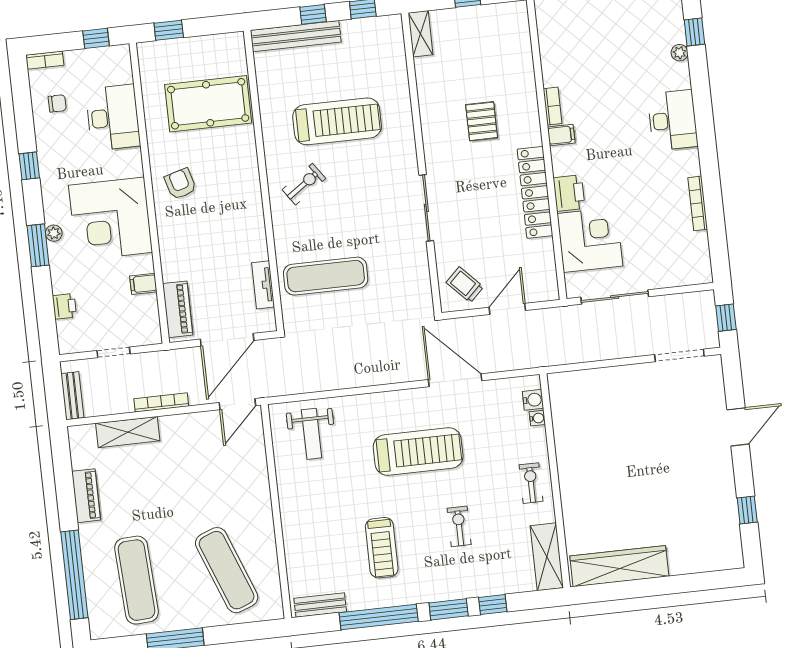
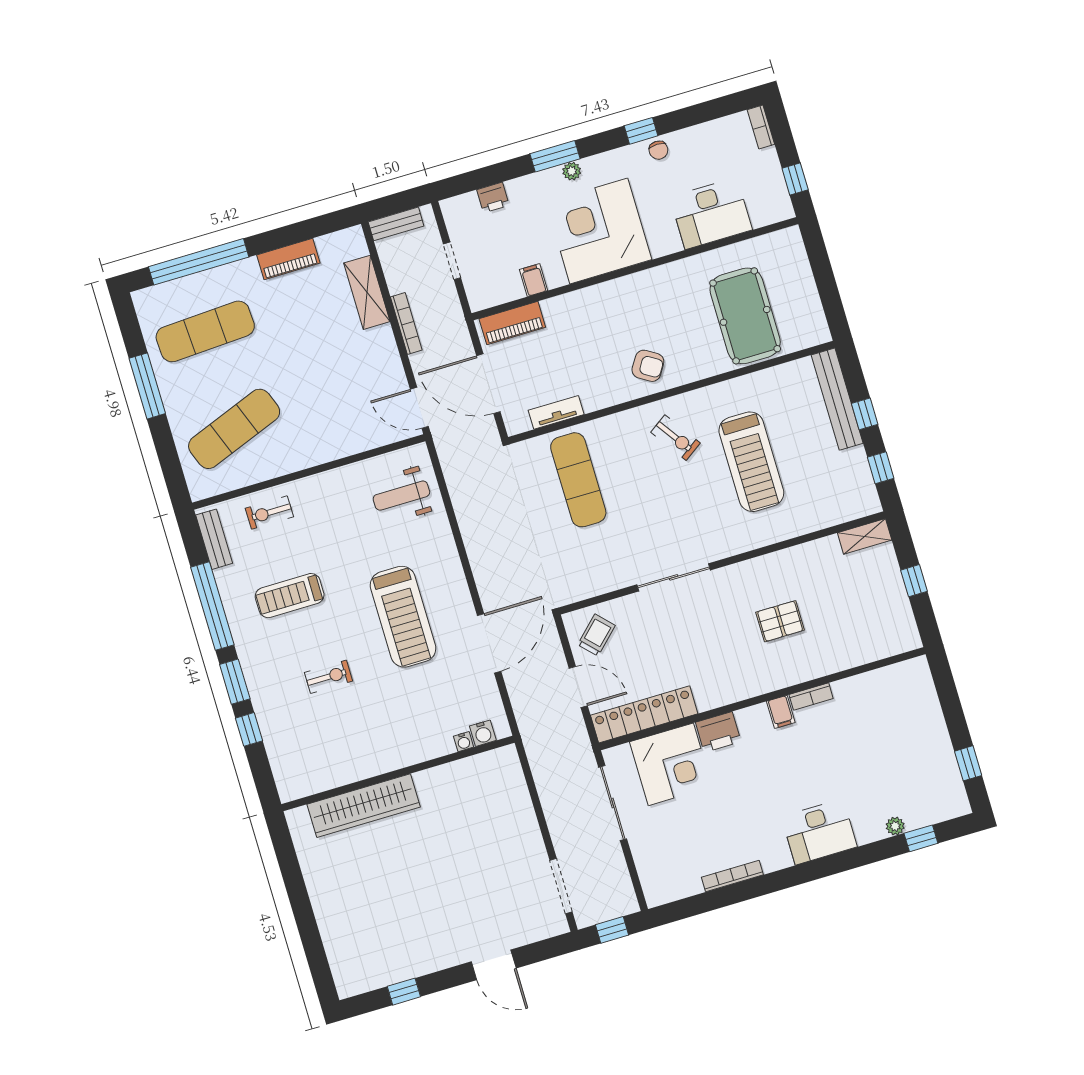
window: (169, 30) -> (818, 258), removed
chair: (57, 103) -> (658, 150), moved
armchair: (180, 184) -> (648, 366), moved, turned 48
locker: (535, 192) -> (644, 714), moved
exercise bike: (531, 483) -> (269, 513), moved, turned 180
shelving: (547, 557) -> (312, 780), removed
wardrobe: (619, 566) -> (364, 806), moved, turned 90

